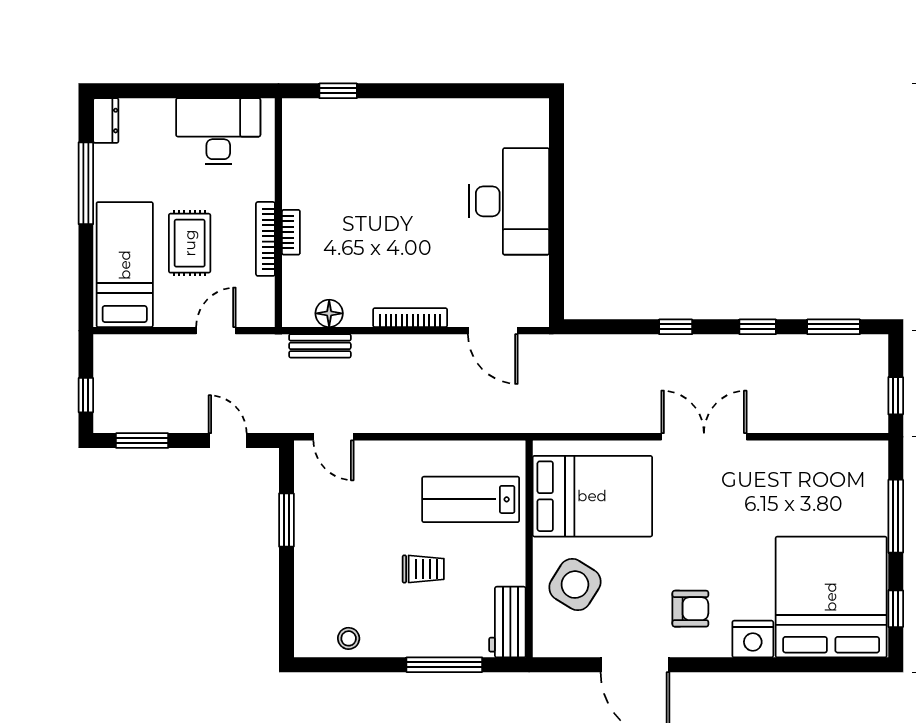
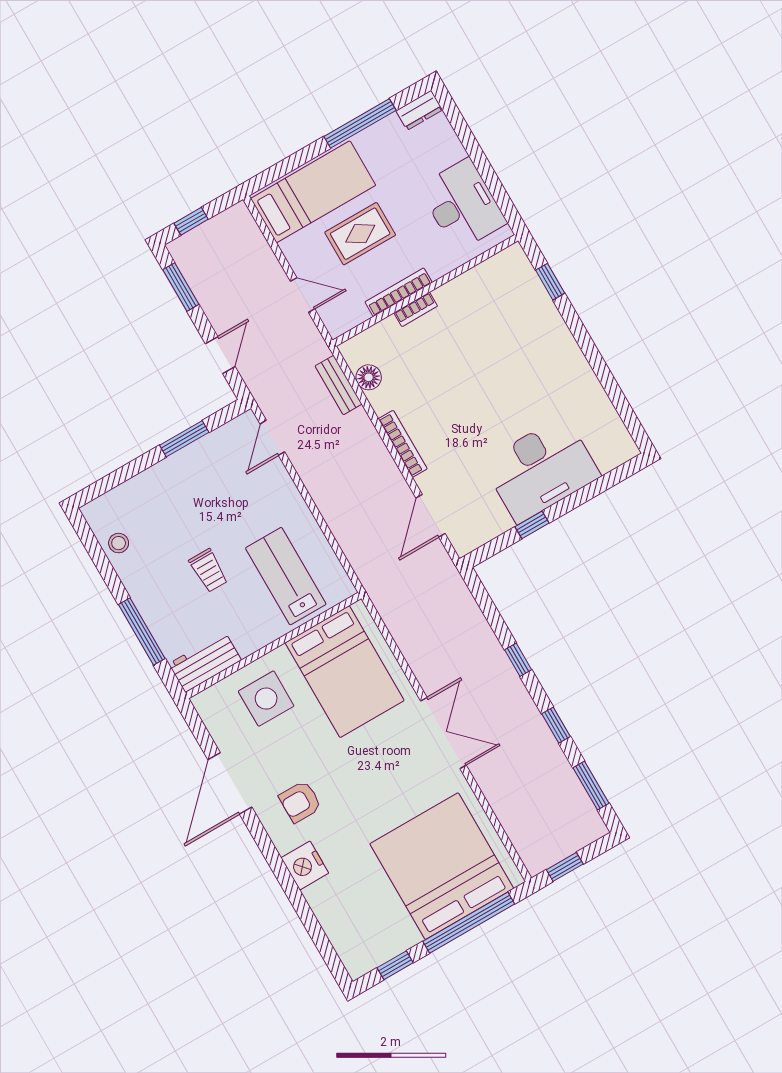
window: (557, 240) -> (532, 525), added
window: (896, 516) -> (469, 923), width x1.46
side table: (575, 585) -> (266, 699), turned -32
bed: (831, 597) -> (442, 866), moved, turned -90
armchair: (690, 609) -> (300, 802), turned 90

